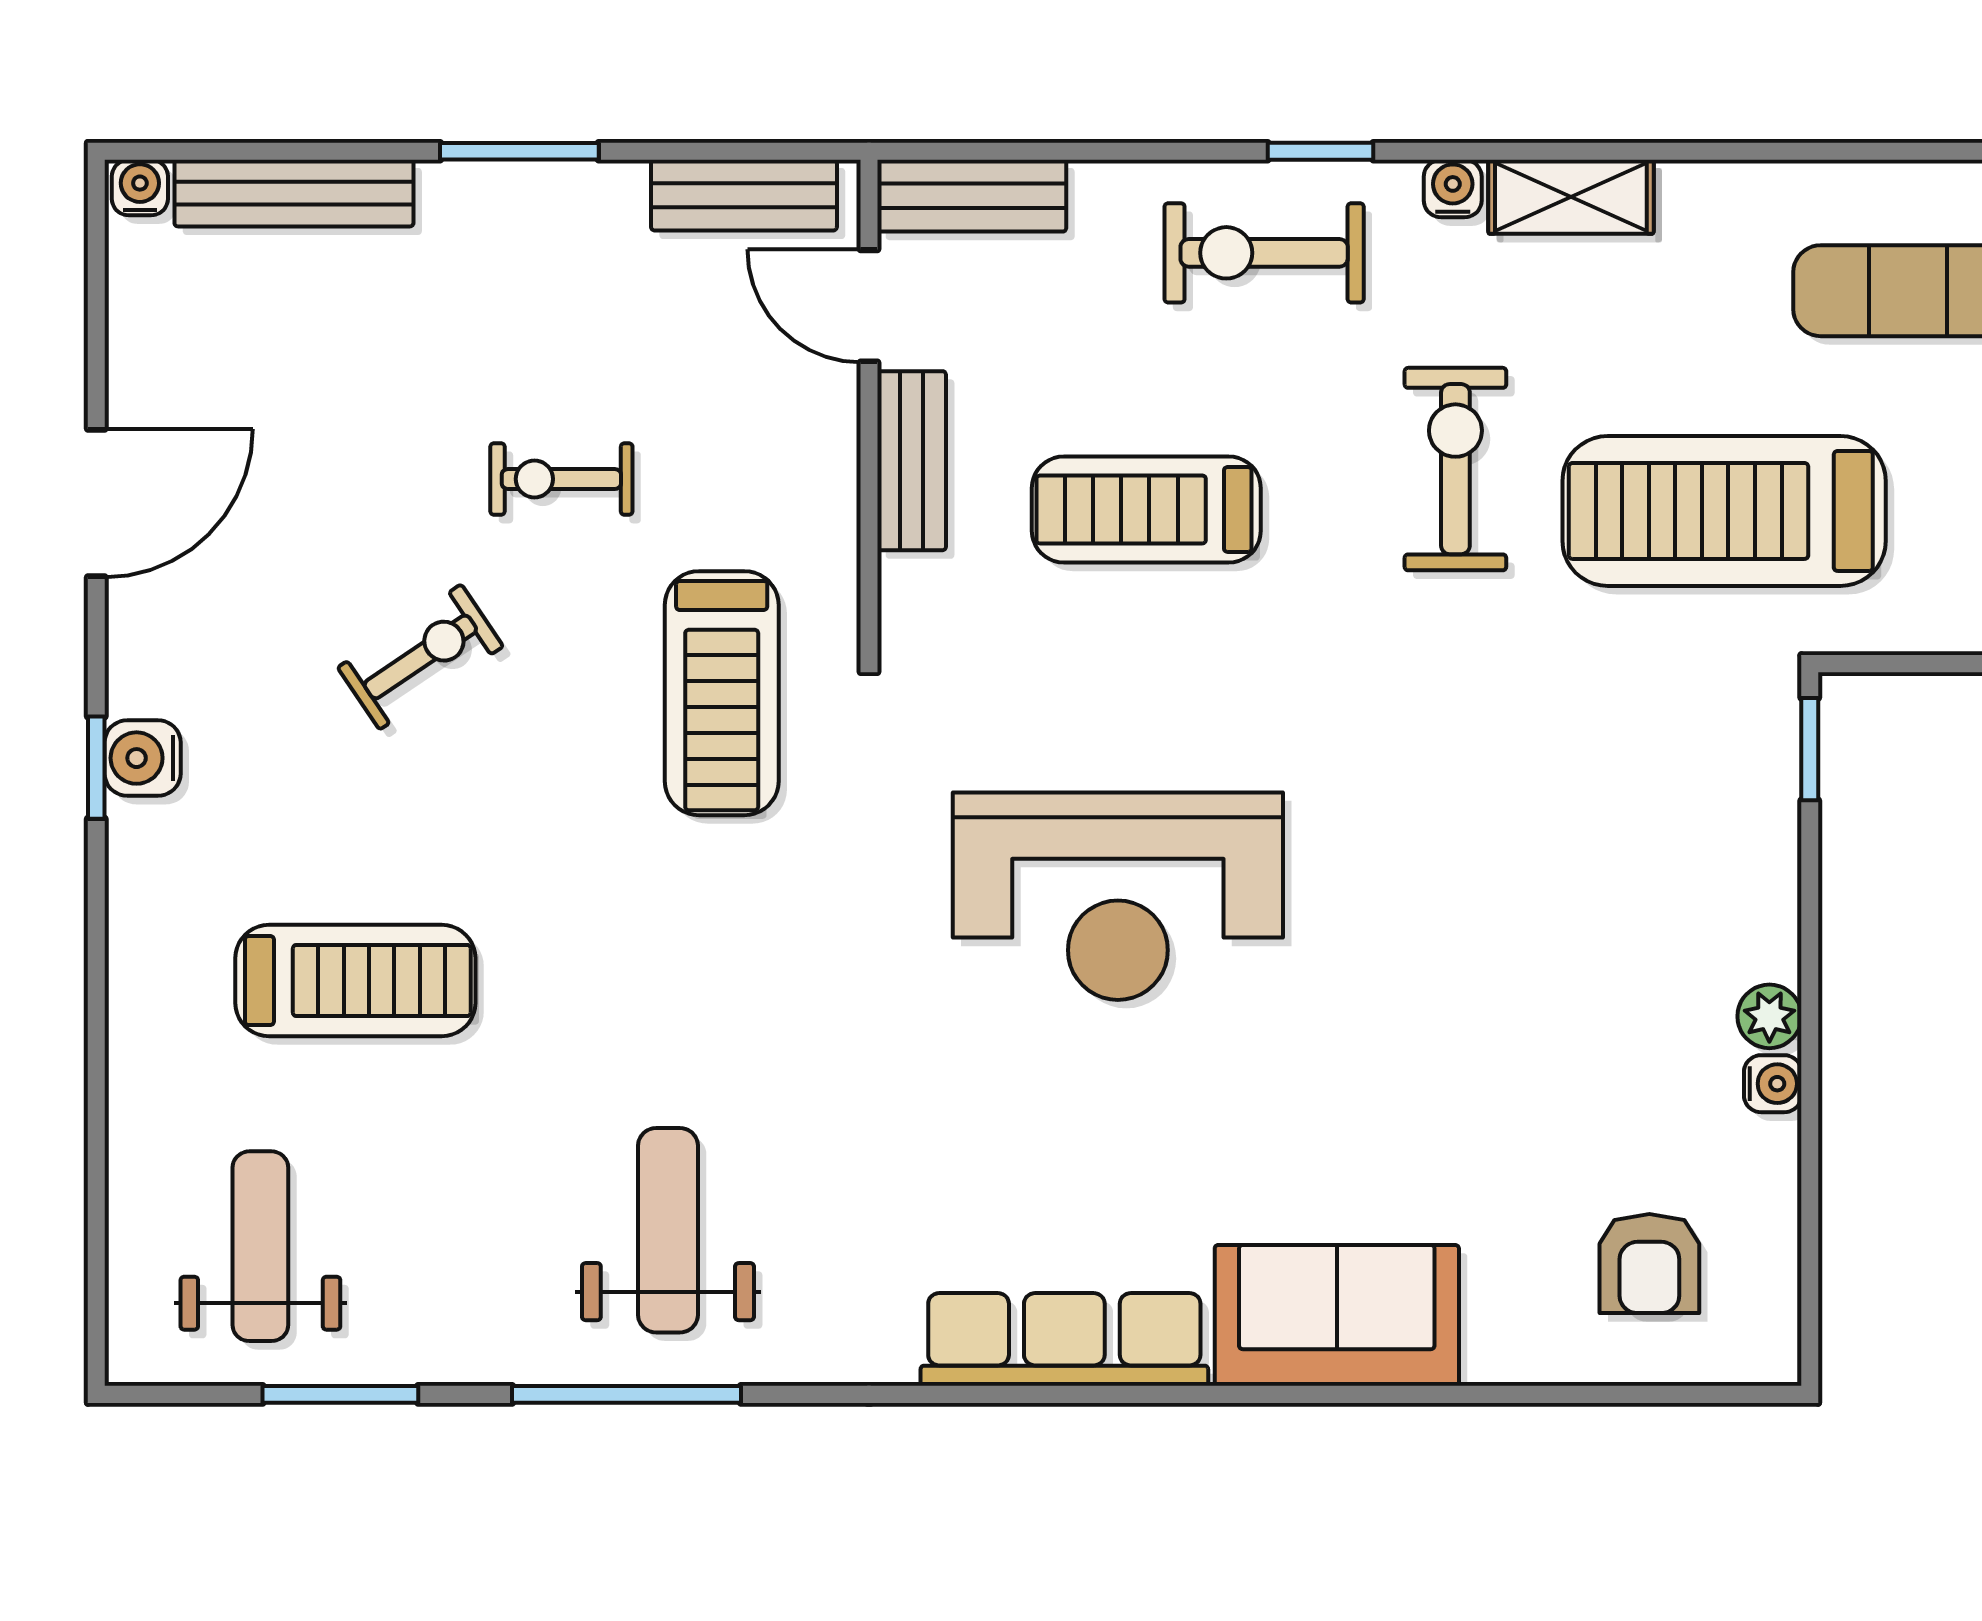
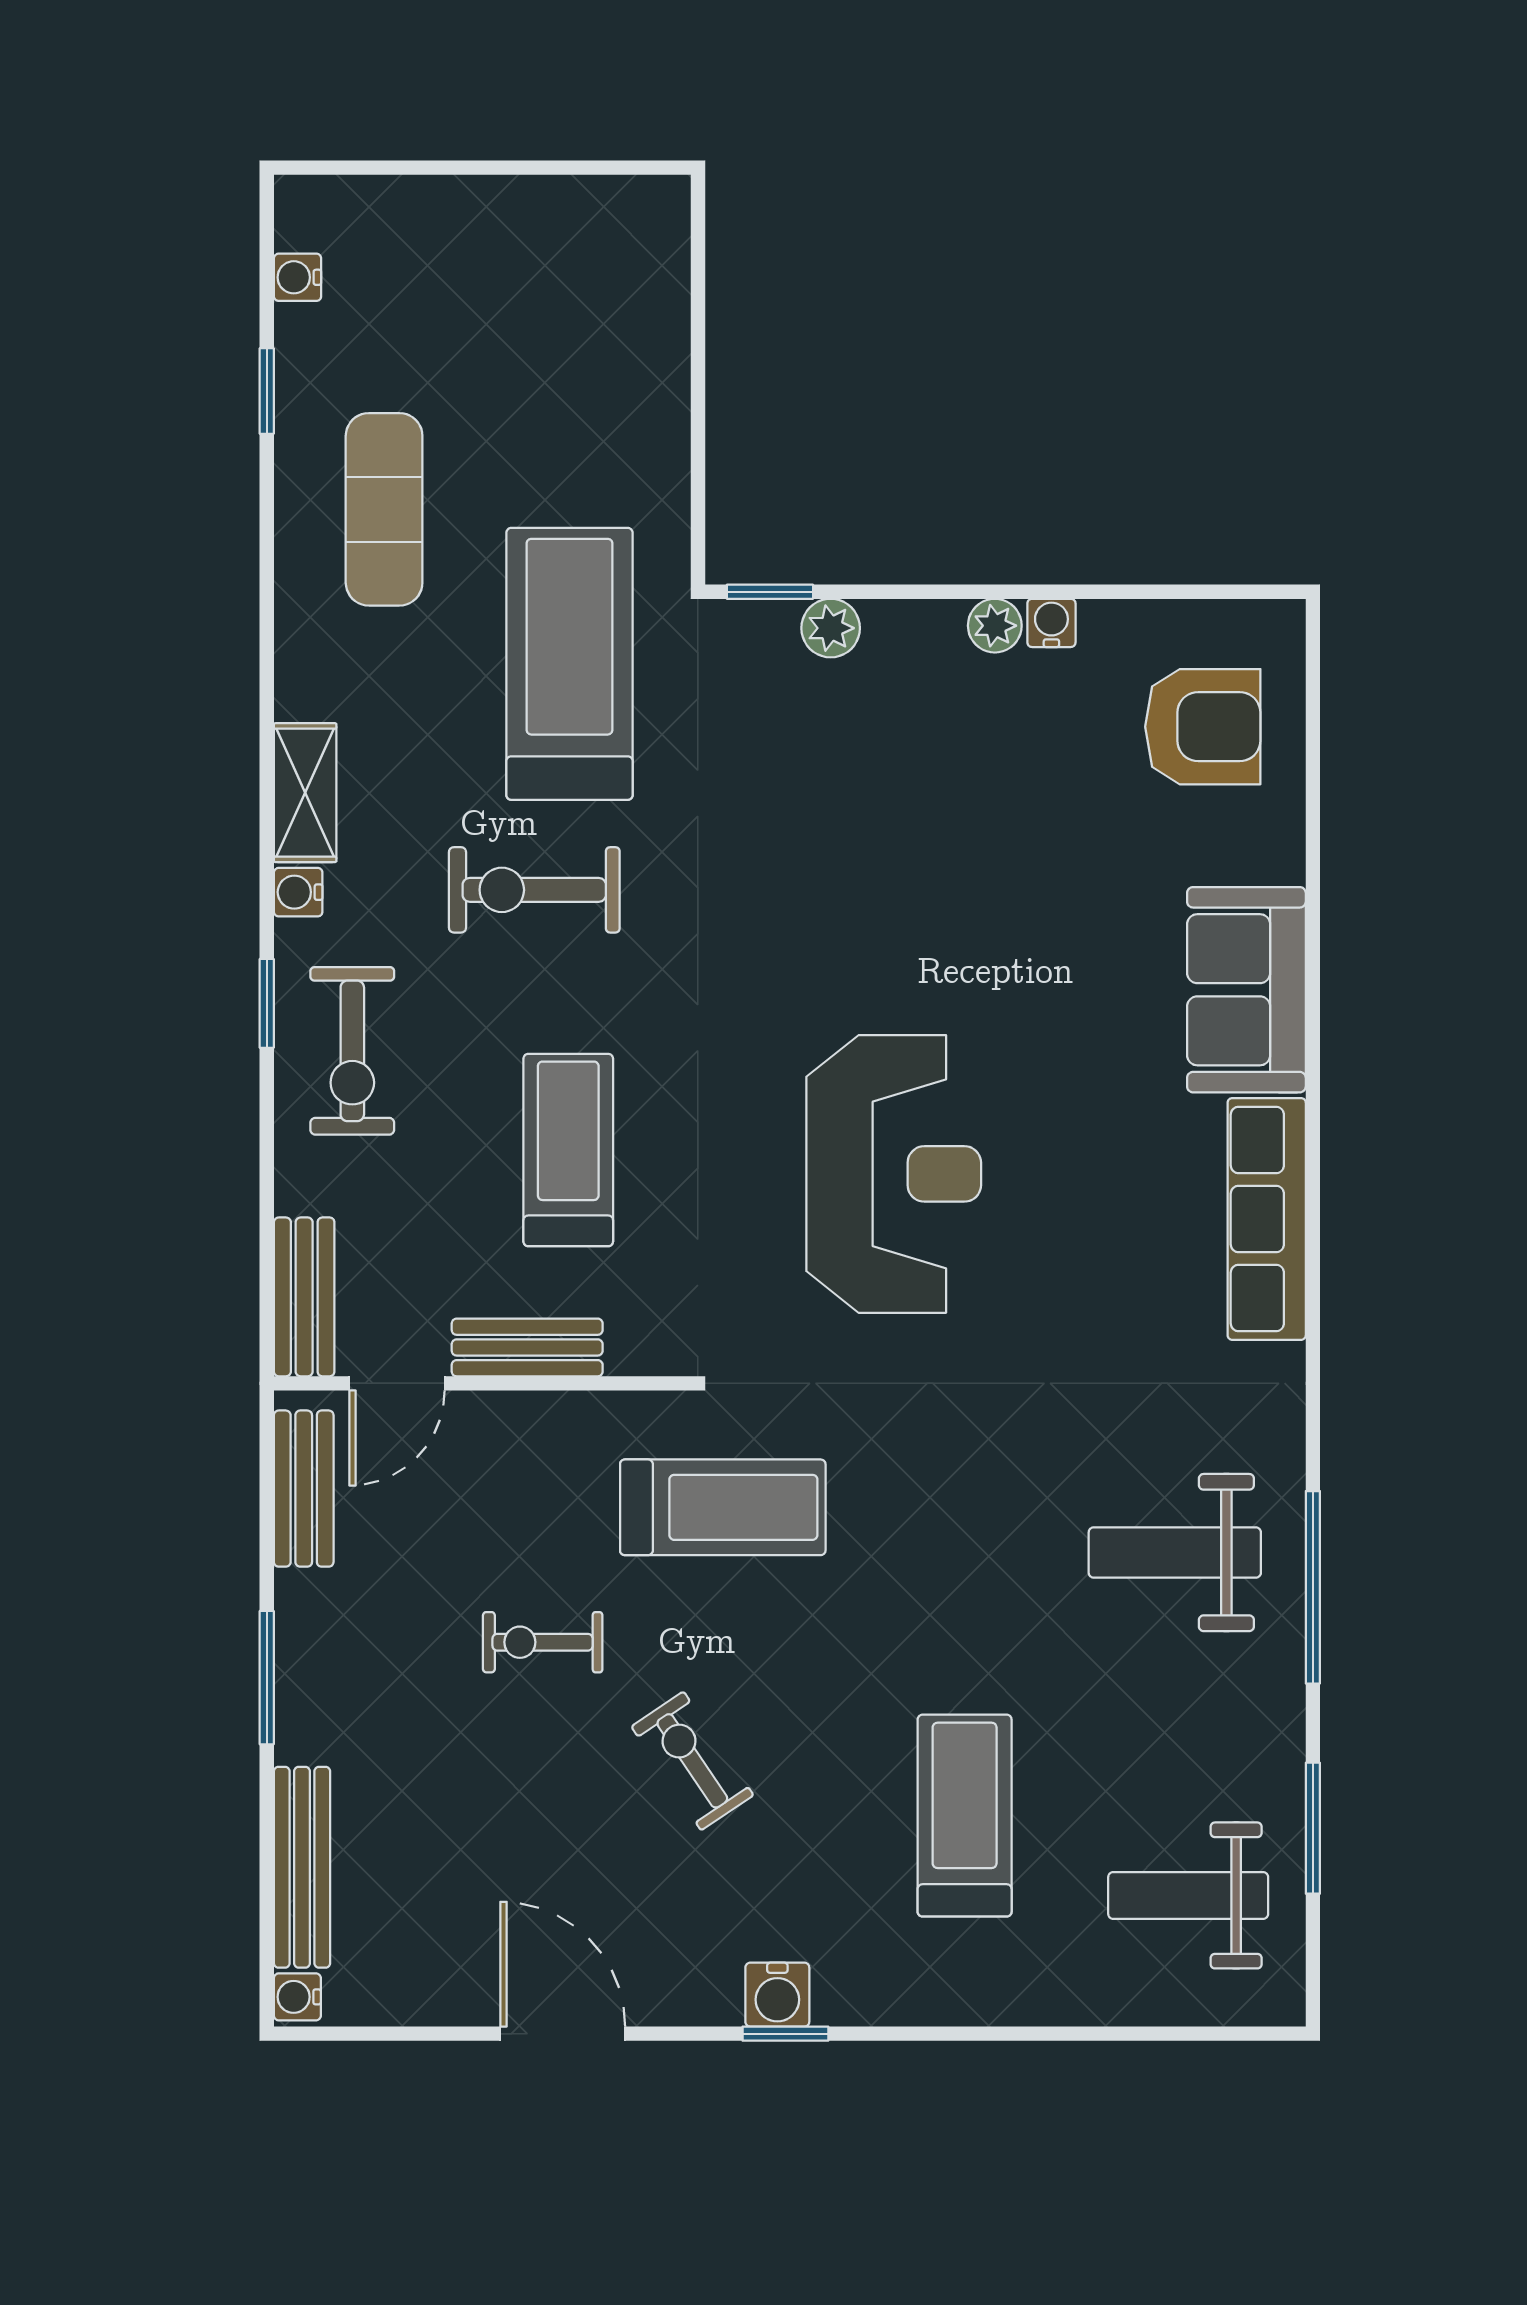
exercise bike: (561, 479) -> (543, 1642), turned 90
treadmill: (1146, 509) -> (568, 1150), turned 180
treadmill: (1724, 511) -> (569, 664), turned 180
plant: (1767, 821) -> (831, 628), added
armchair: (1649, 1264) -> (1203, 727), width x1.38, depth x1.38

